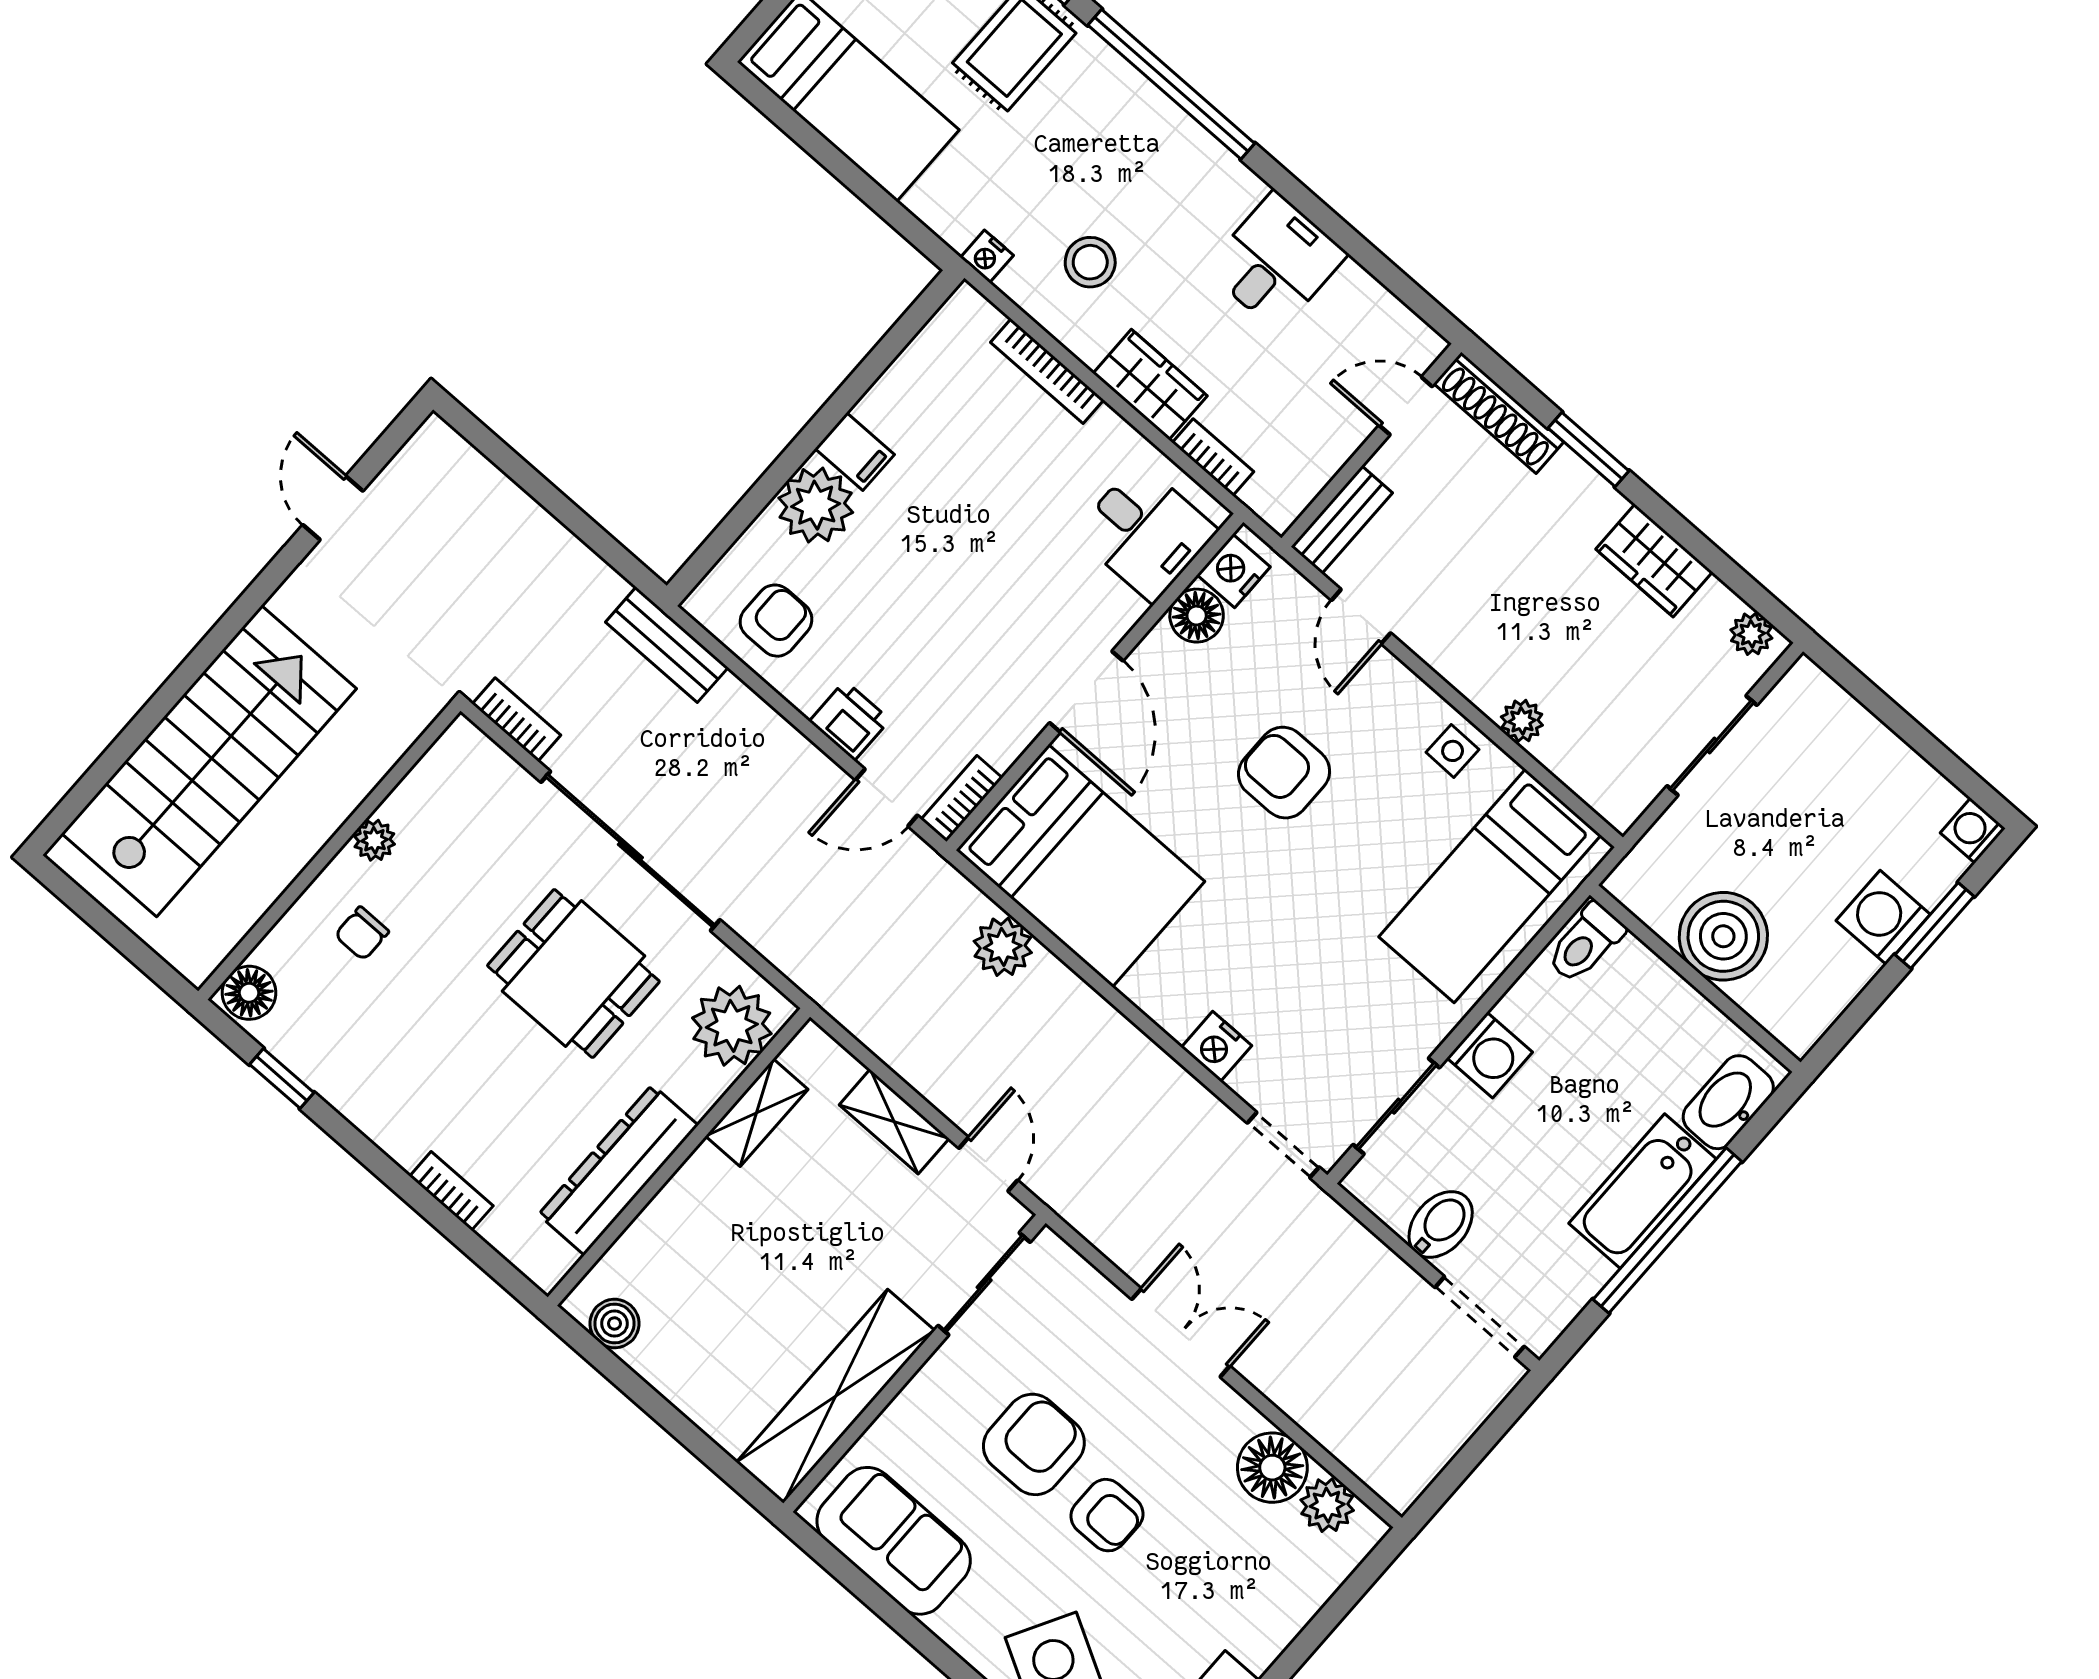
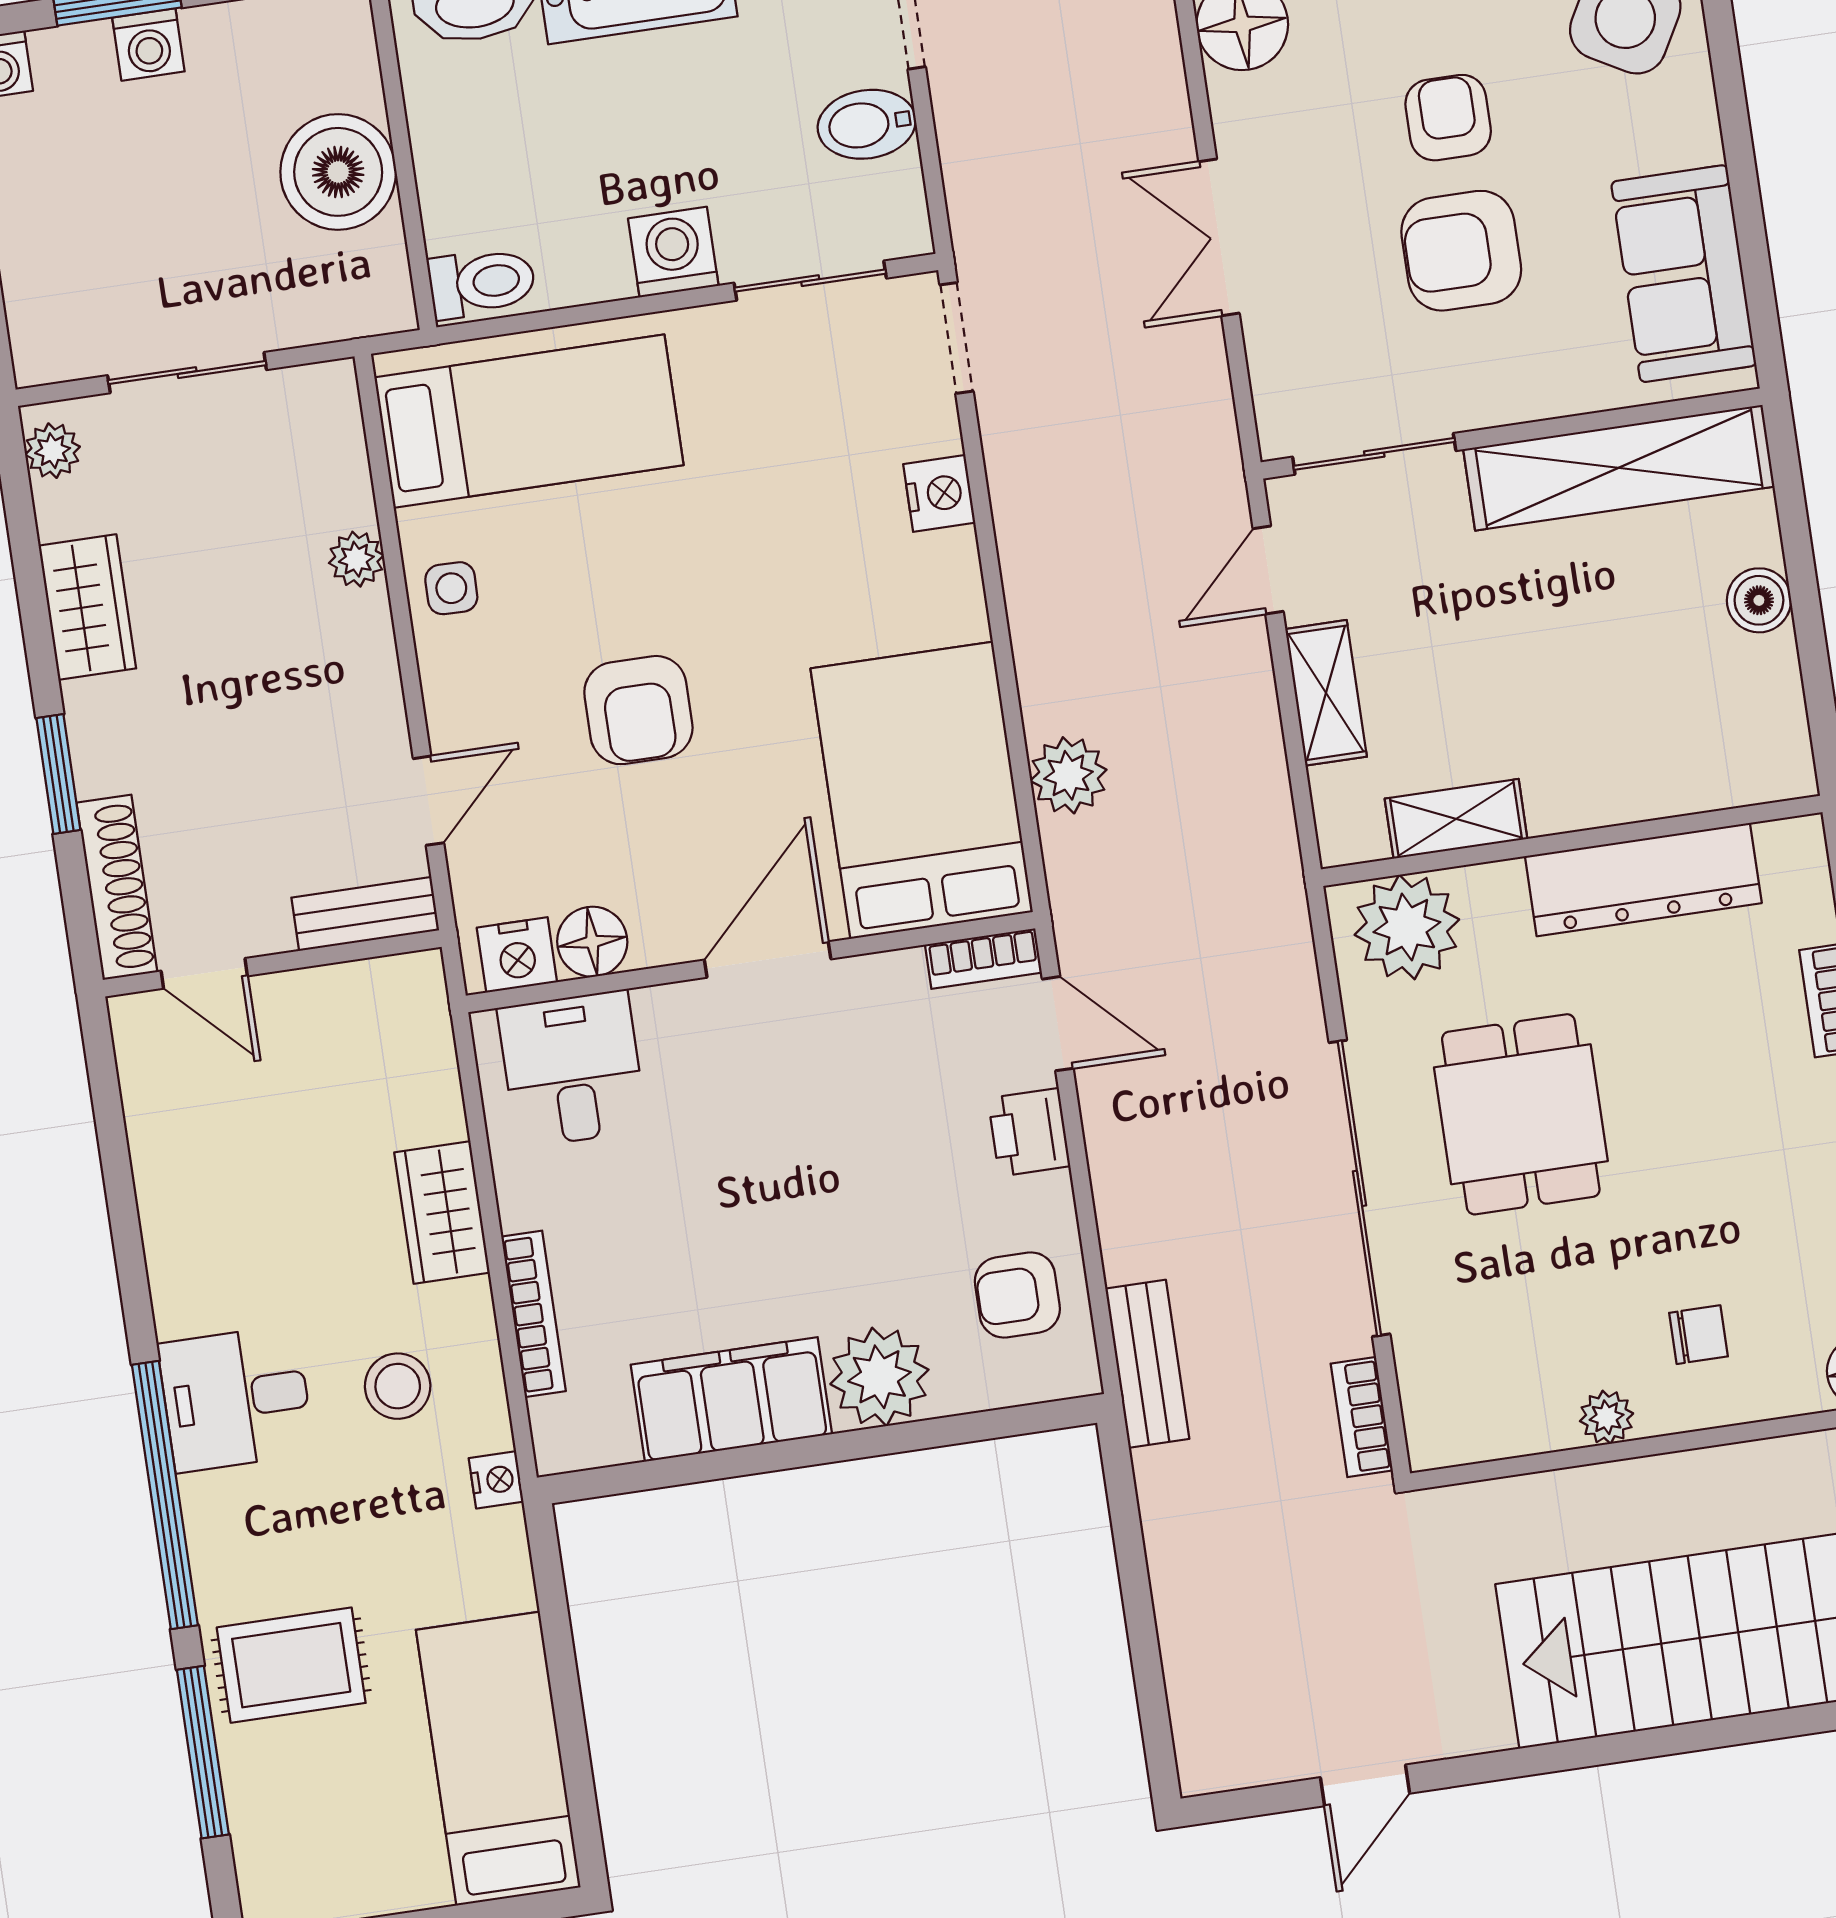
desk: (1276, 261) -> (236, 1398), moved
filing cabinet: (855, 452) -> (731, 1399), width x3.00, depth x1.17
bookcase: (1213, 457) -> (441, 1086), removed
washing machine: (1883, 917) -> (148, 44), width x0.73, depth x0.73
boiler: (614, 1323) -> (1759, 600), moved

